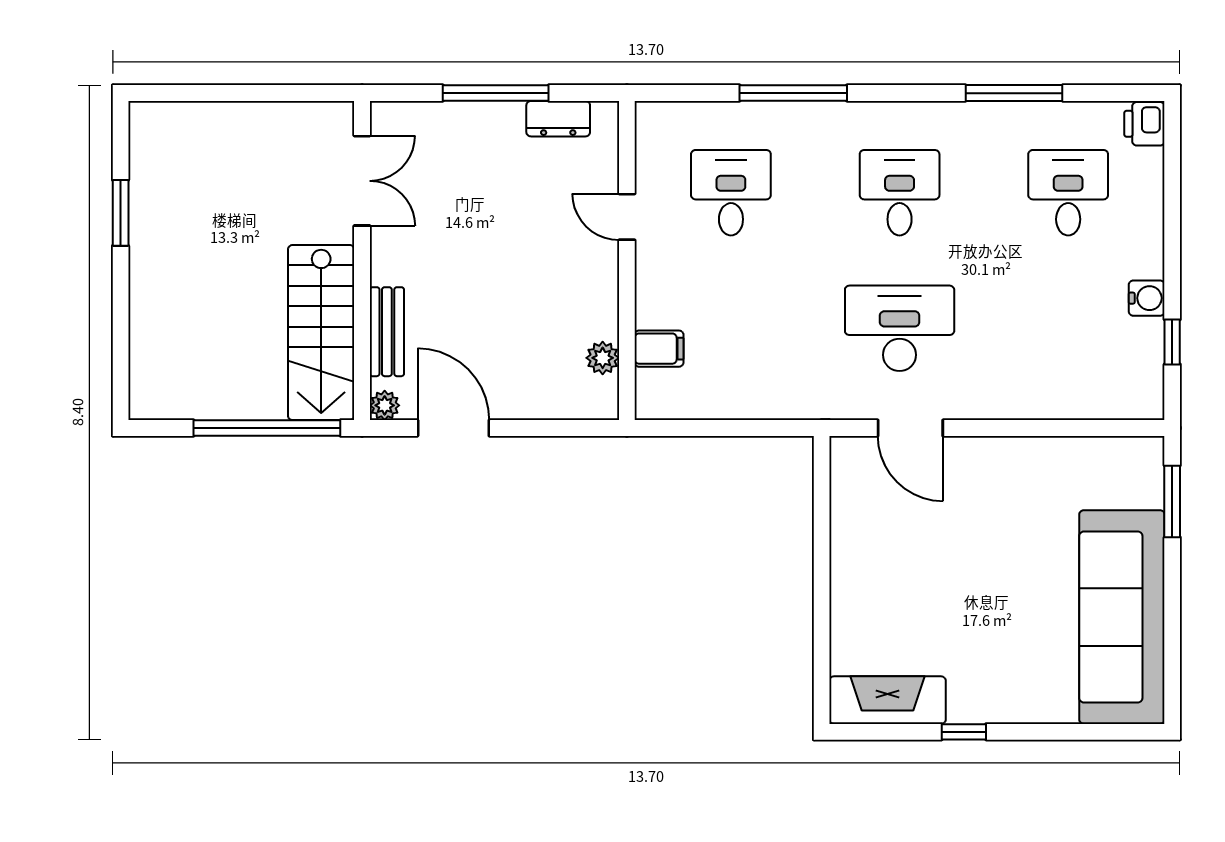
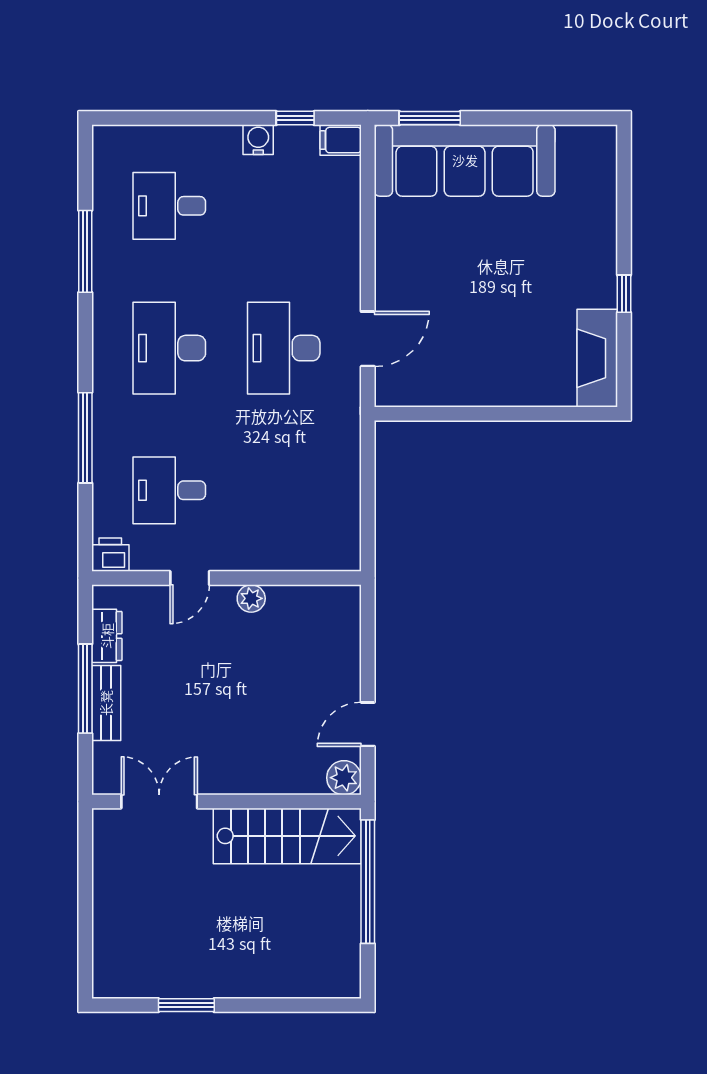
printer: (1144, 124) -> (110, 555), moved, turned 180
desk: (900, 193) -> (169, 348), width x1.37
bench: (387, 332) -> (106, 703), moved, turned 90
filing cabinet: (659, 349) -> (341, 140), moved, turned -90
plant: (603, 358) -> (251, 598), moved
plant: (385, 405) -> (344, 778), width x1.38, depth x1.38
door: (453, 428) -> (368, 724), width x0.73
sofa: (1122, 617) -> (465, 160), moved

